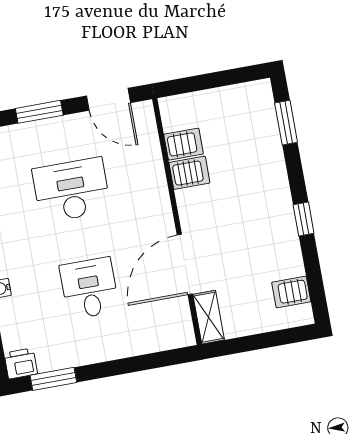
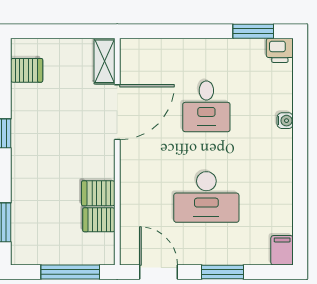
window: (204, 82) -> (70, 272), added

